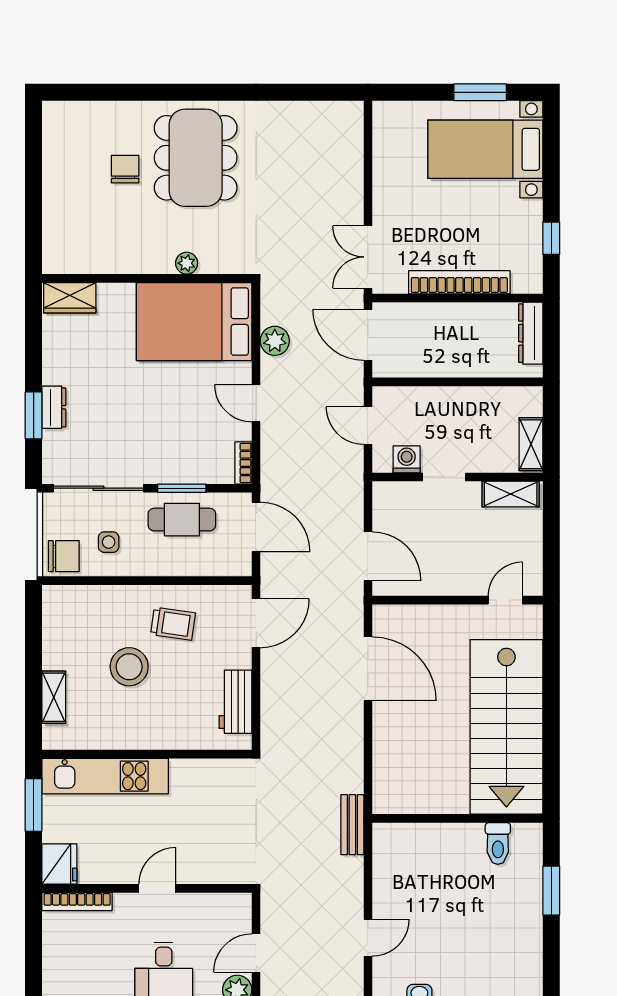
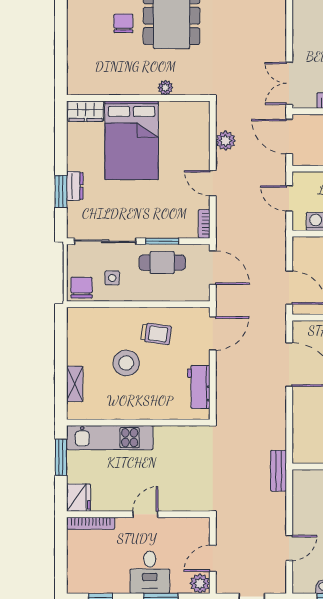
bed: (194, 322) -> (132, 140), moved, turned -90
chair: (64, 556) -> (82, 288), turned -90

